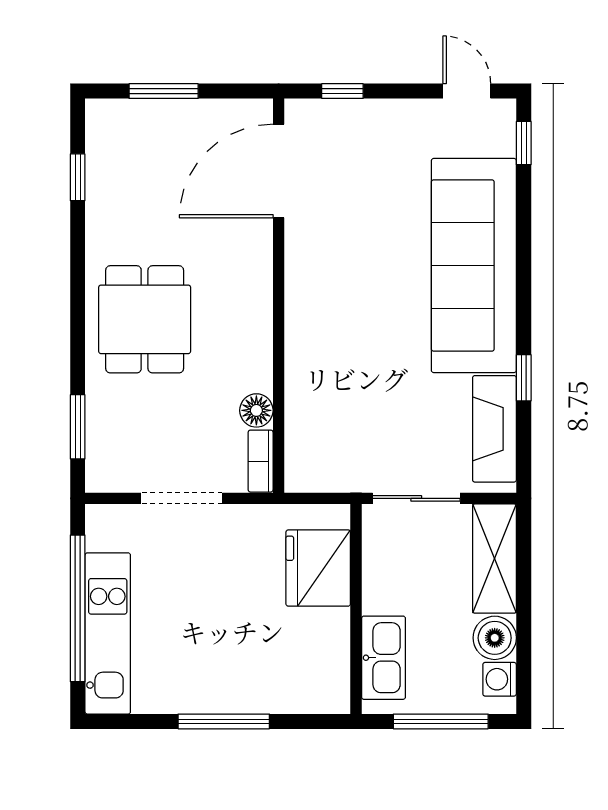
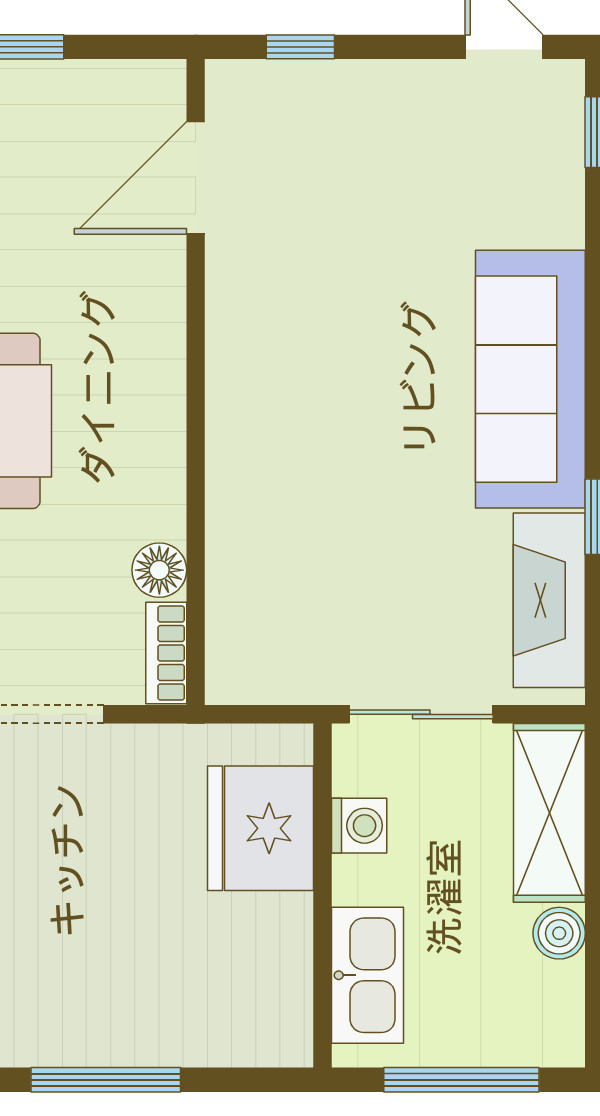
door: (279, 171) -> (196, 178), width x0.73
sofa: (474, 266) -> (530, 379), width x0.74, depth x0.79
boiler: (495, 638) -> (559, 933), width x0.73, depth x0.73
washing machine: (500, 679) -> (359, 826), moved, turned 180

